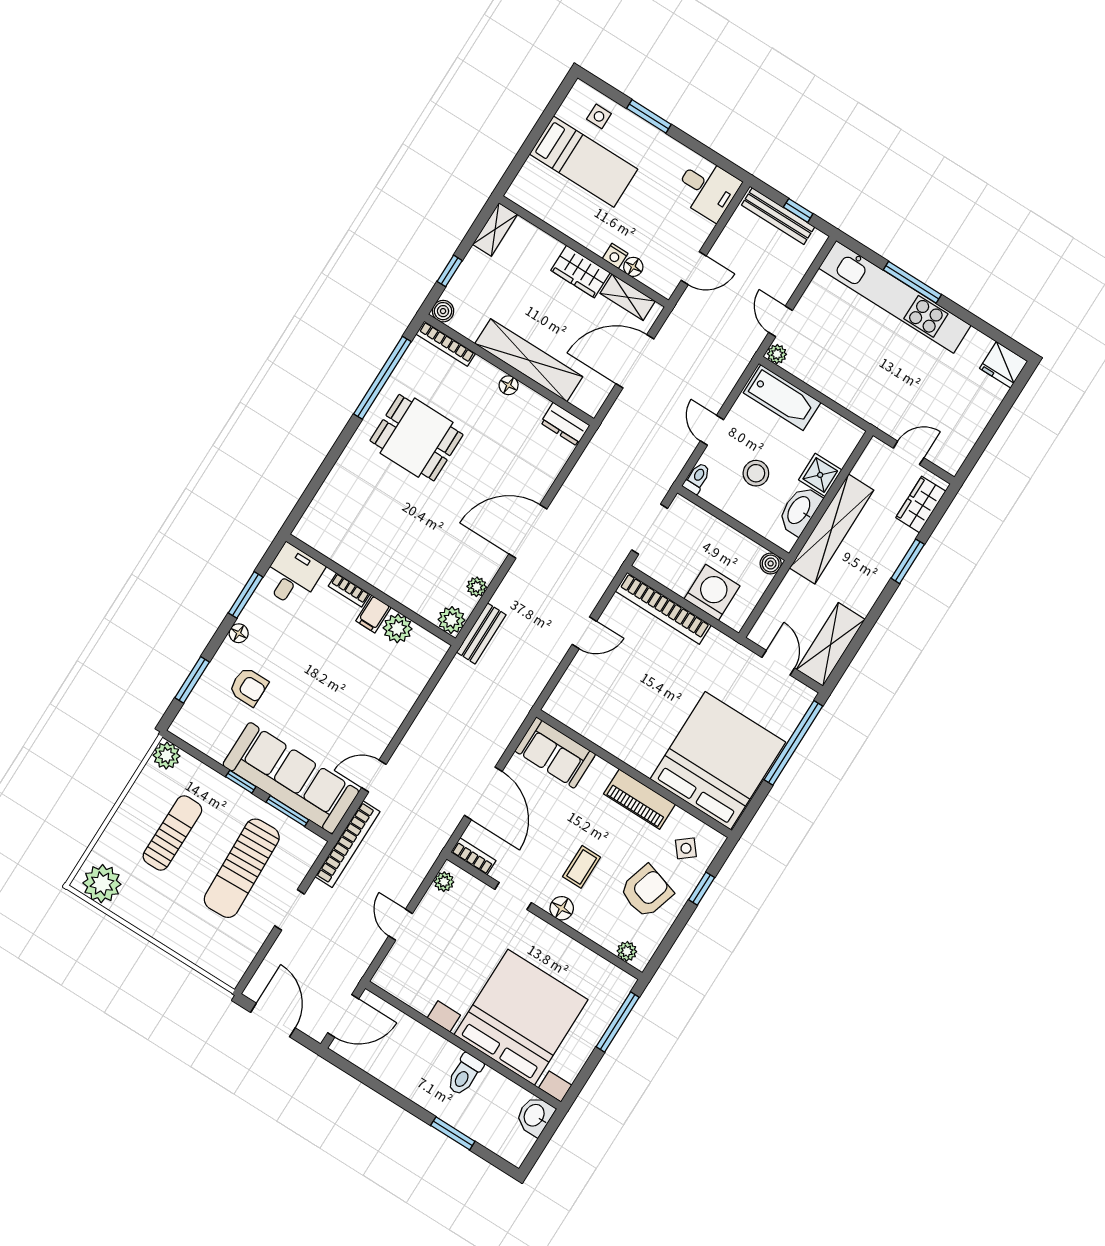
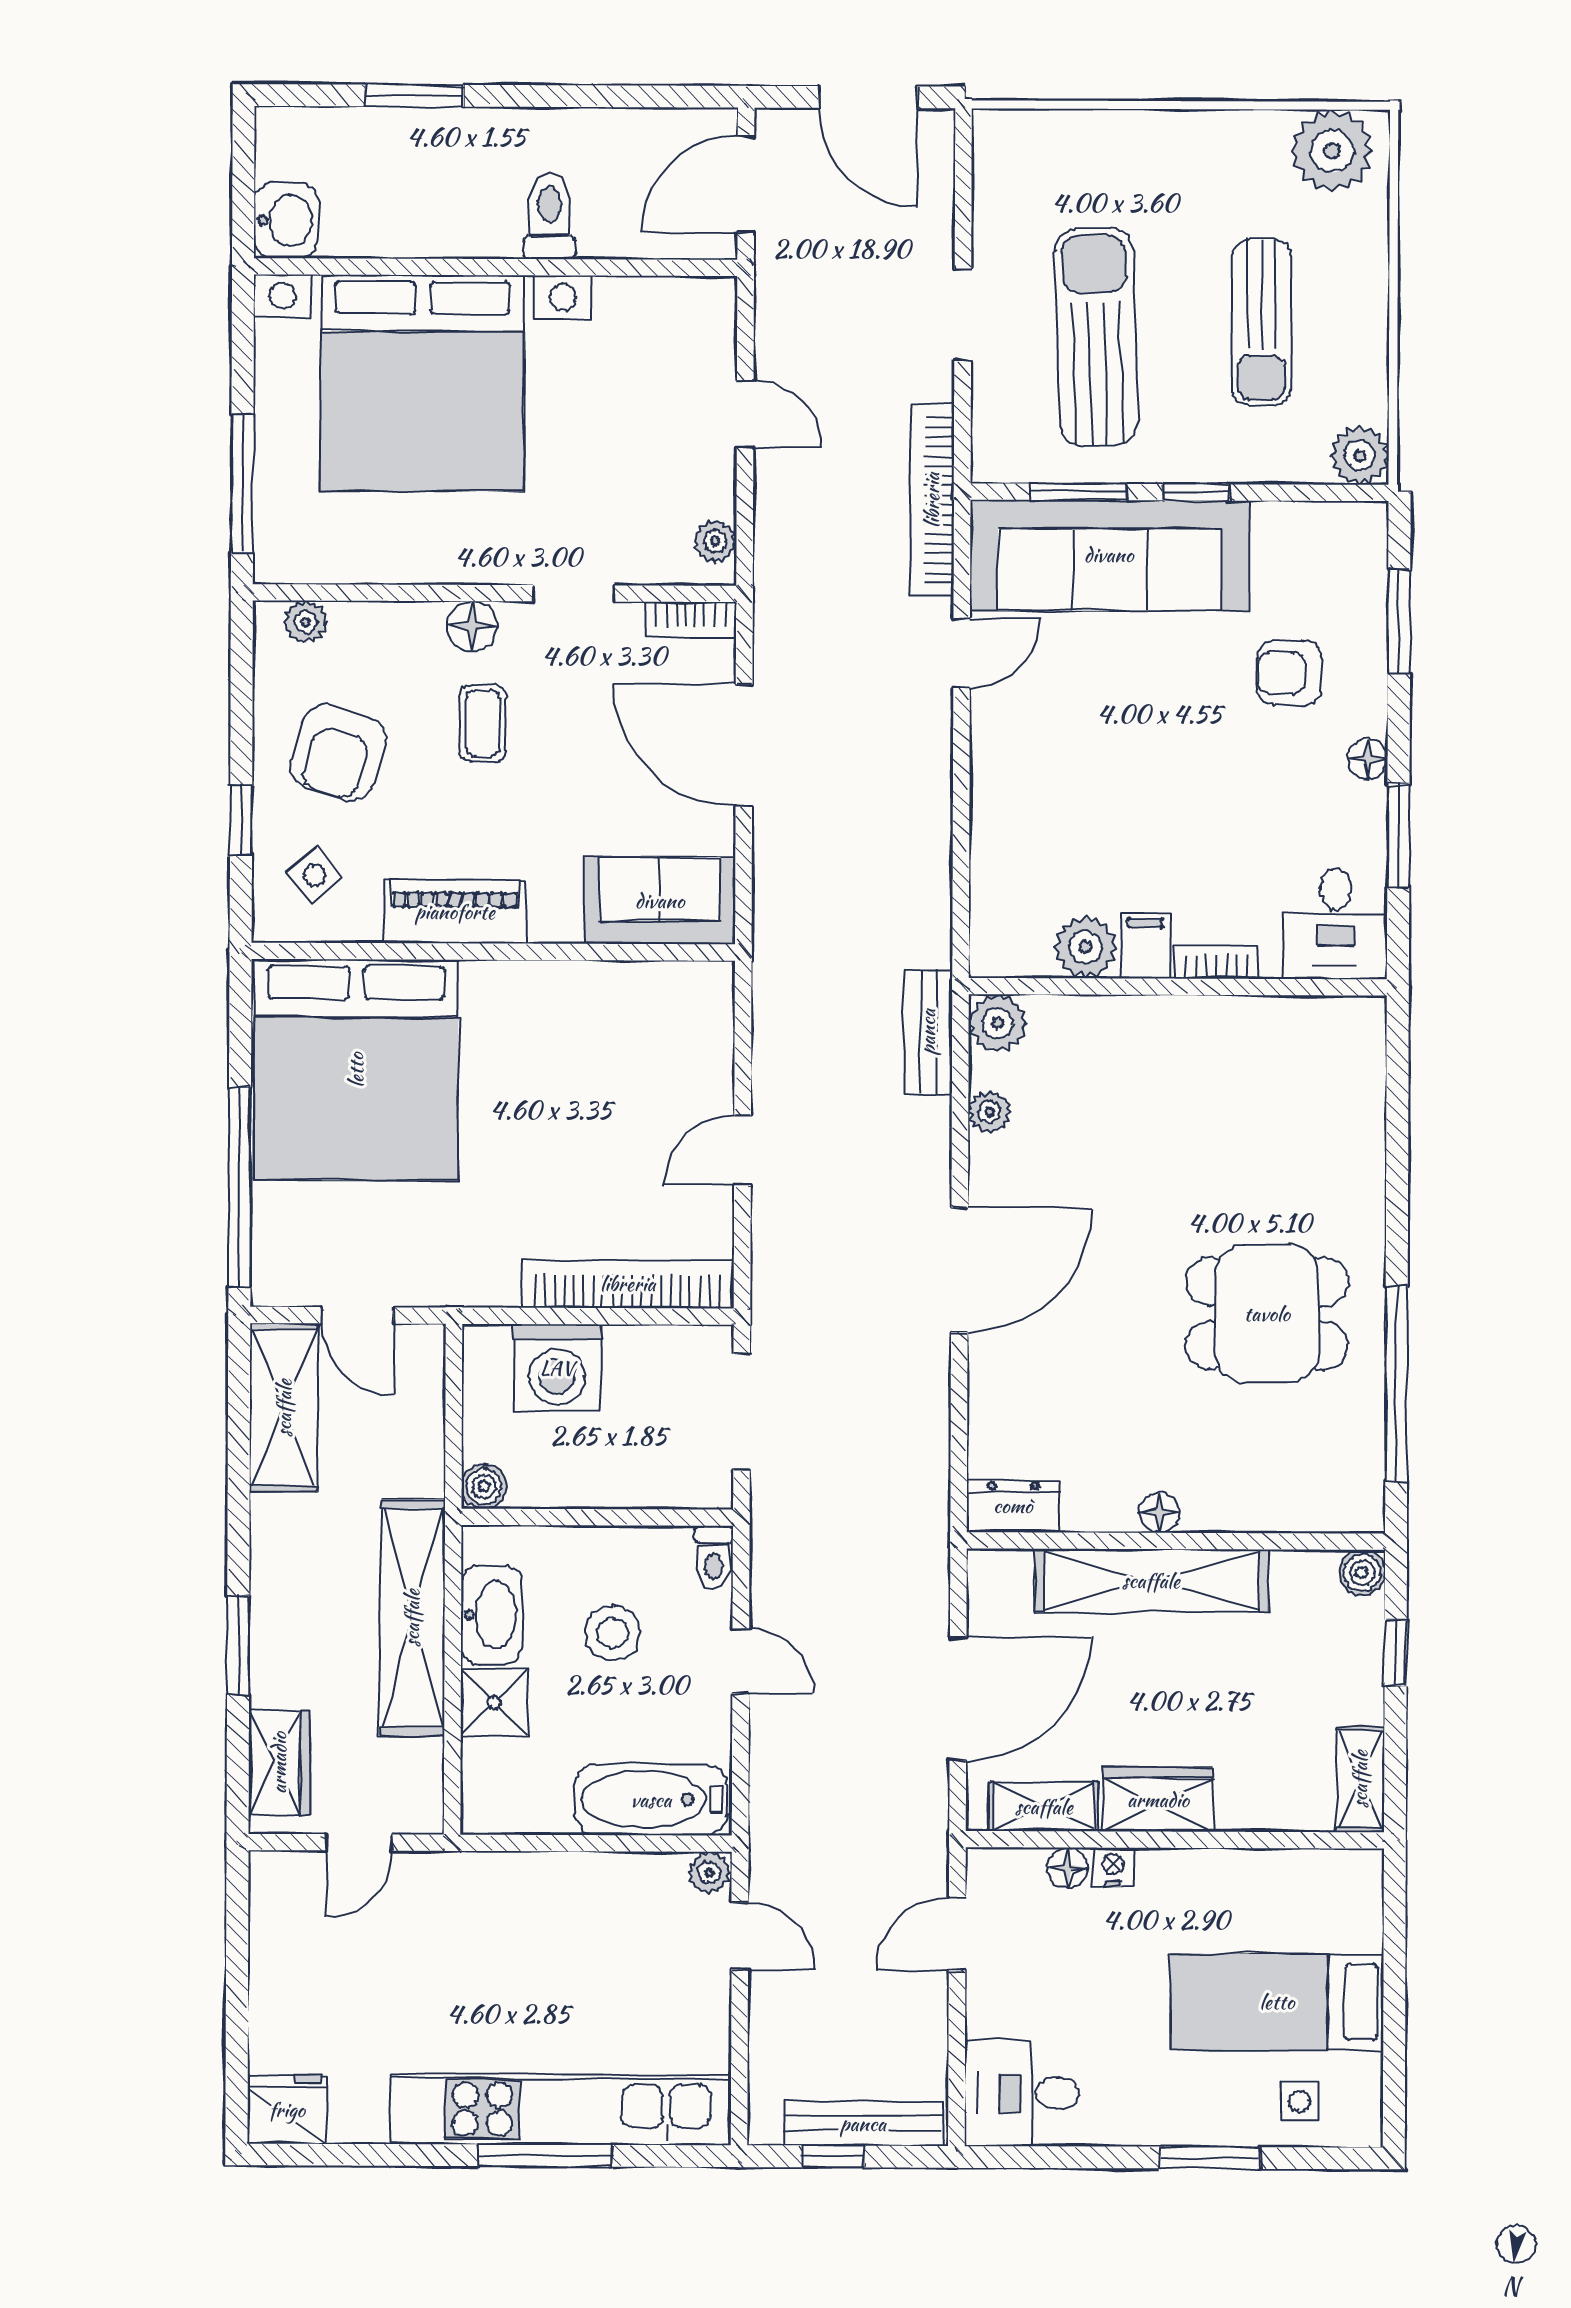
bookcase: (446, 344) -> (1320, 1517), removed
toilet: (465, 1074) -> (549, 216), moved

